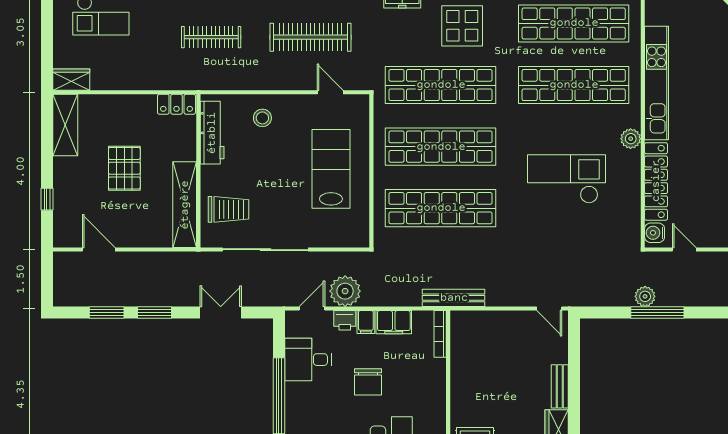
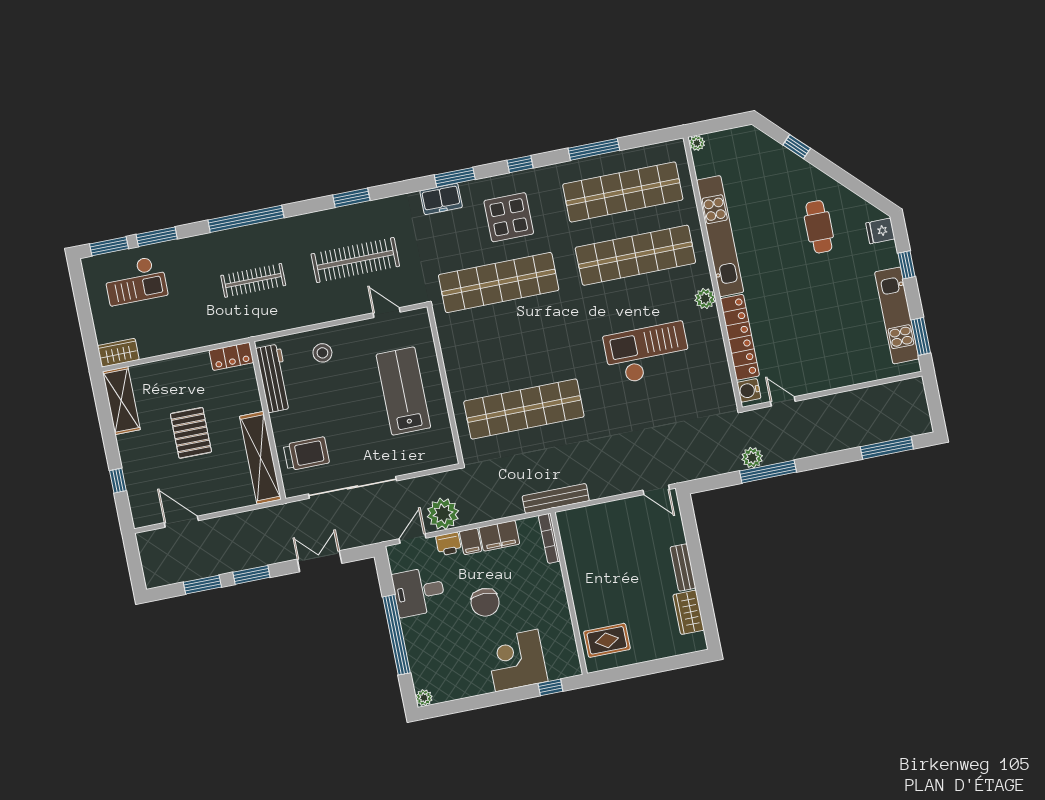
shop shelf: (441, 147) -> (511, 346), removed

